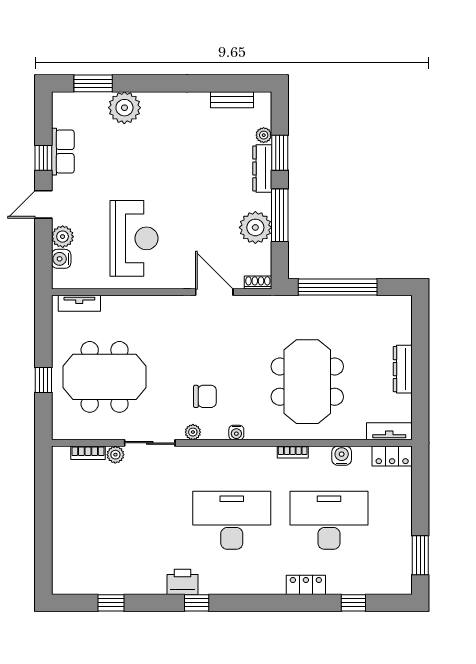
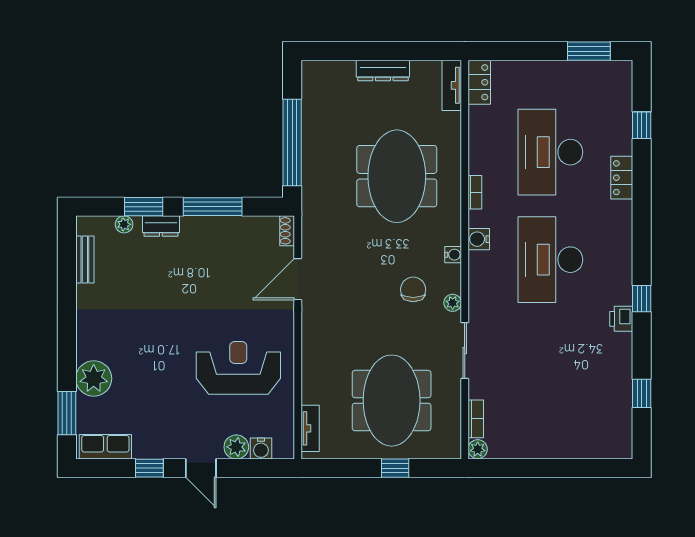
row of seats: (63, 152) -> (105, 447), moved
dresser: (262, 168) -> (161, 226), width x0.70
plant: (255, 227) -> (226, 234), removed
meeting table: (307, 382) -> (397, 176), turned 90
plant: (115, 455) -> (478, 449), moved
water cooler: (342, 456) -> (479, 239), moved
printer: (183, 582) -> (621, 319), width x0.73, depth x0.81

